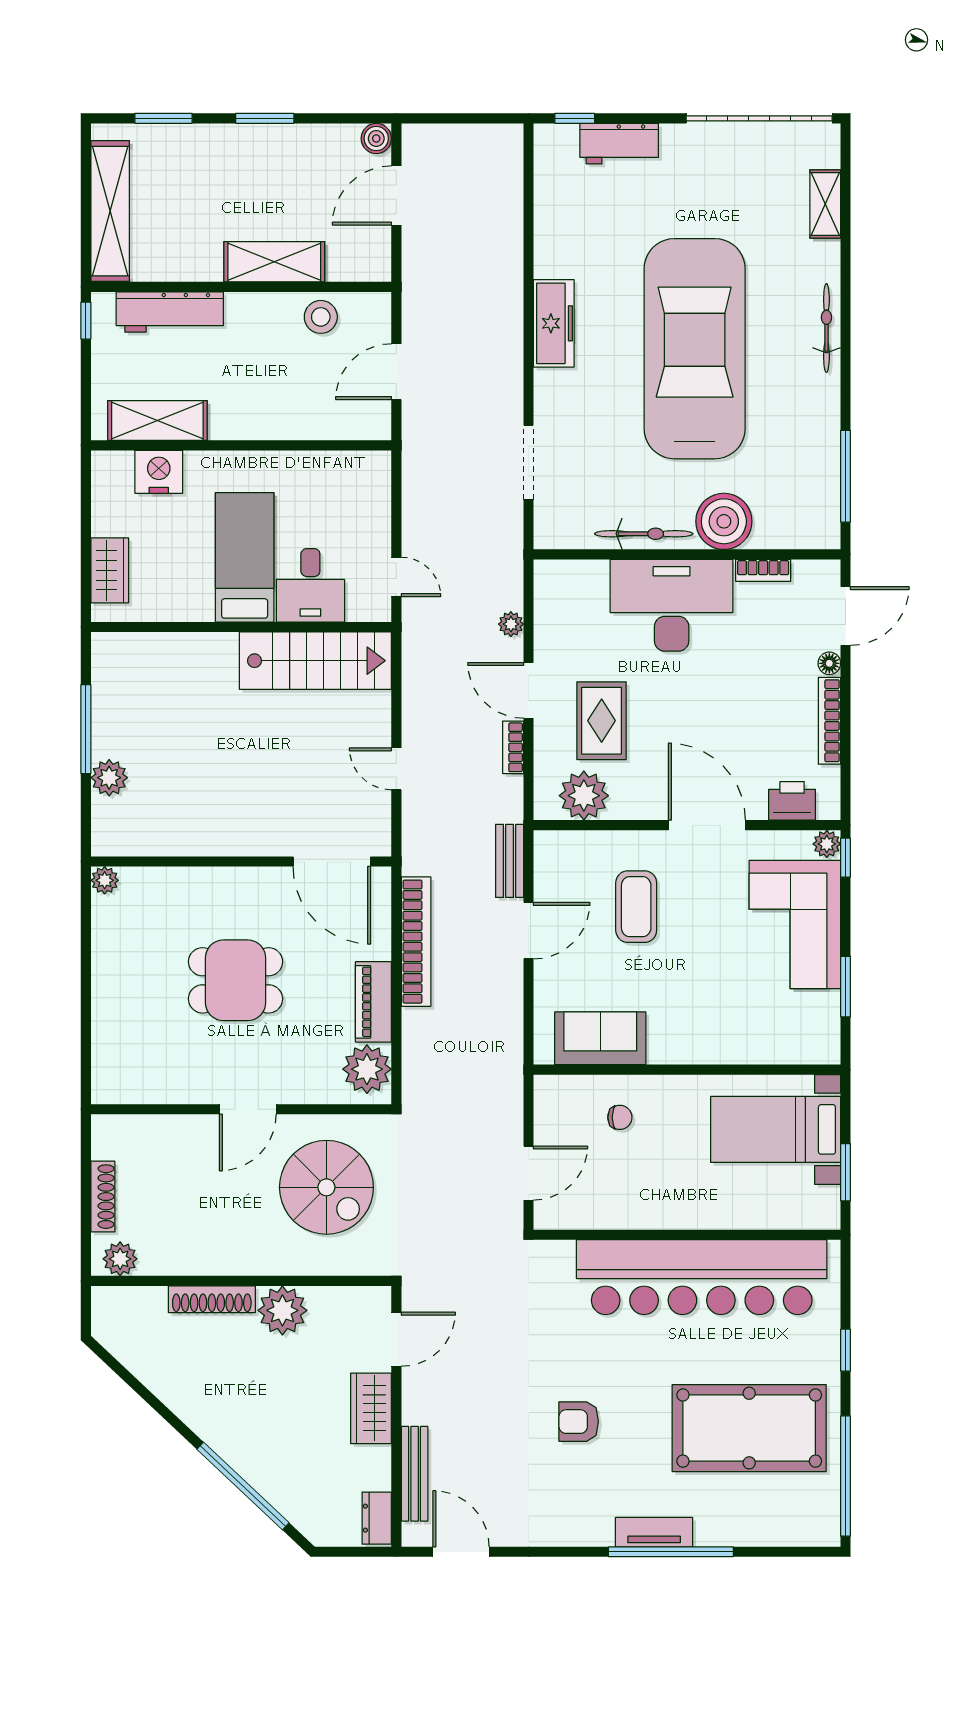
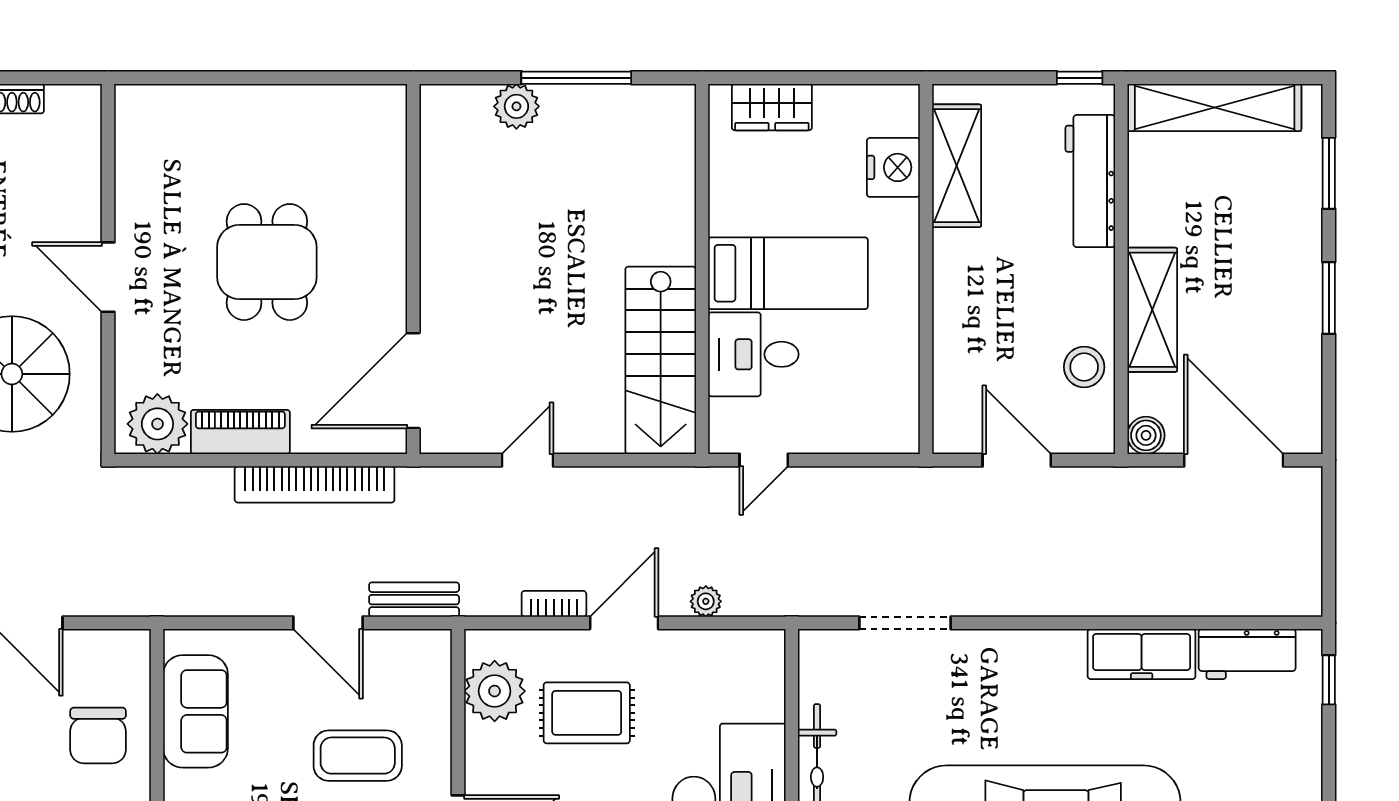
boiler: (376, 138) -> (1146, 435), moved
workbench: (619, 144) -> (1247, 654), moved, turned -90
door: (396, 196) -> (1234, 460), width x1.36
freezer: (554, 323) -> (1142, 654), moved
plant: (105, 880) -> (390, 101), removed
chair: (620, 1117) -> (98, 736), width x1.87, depth x1.87

